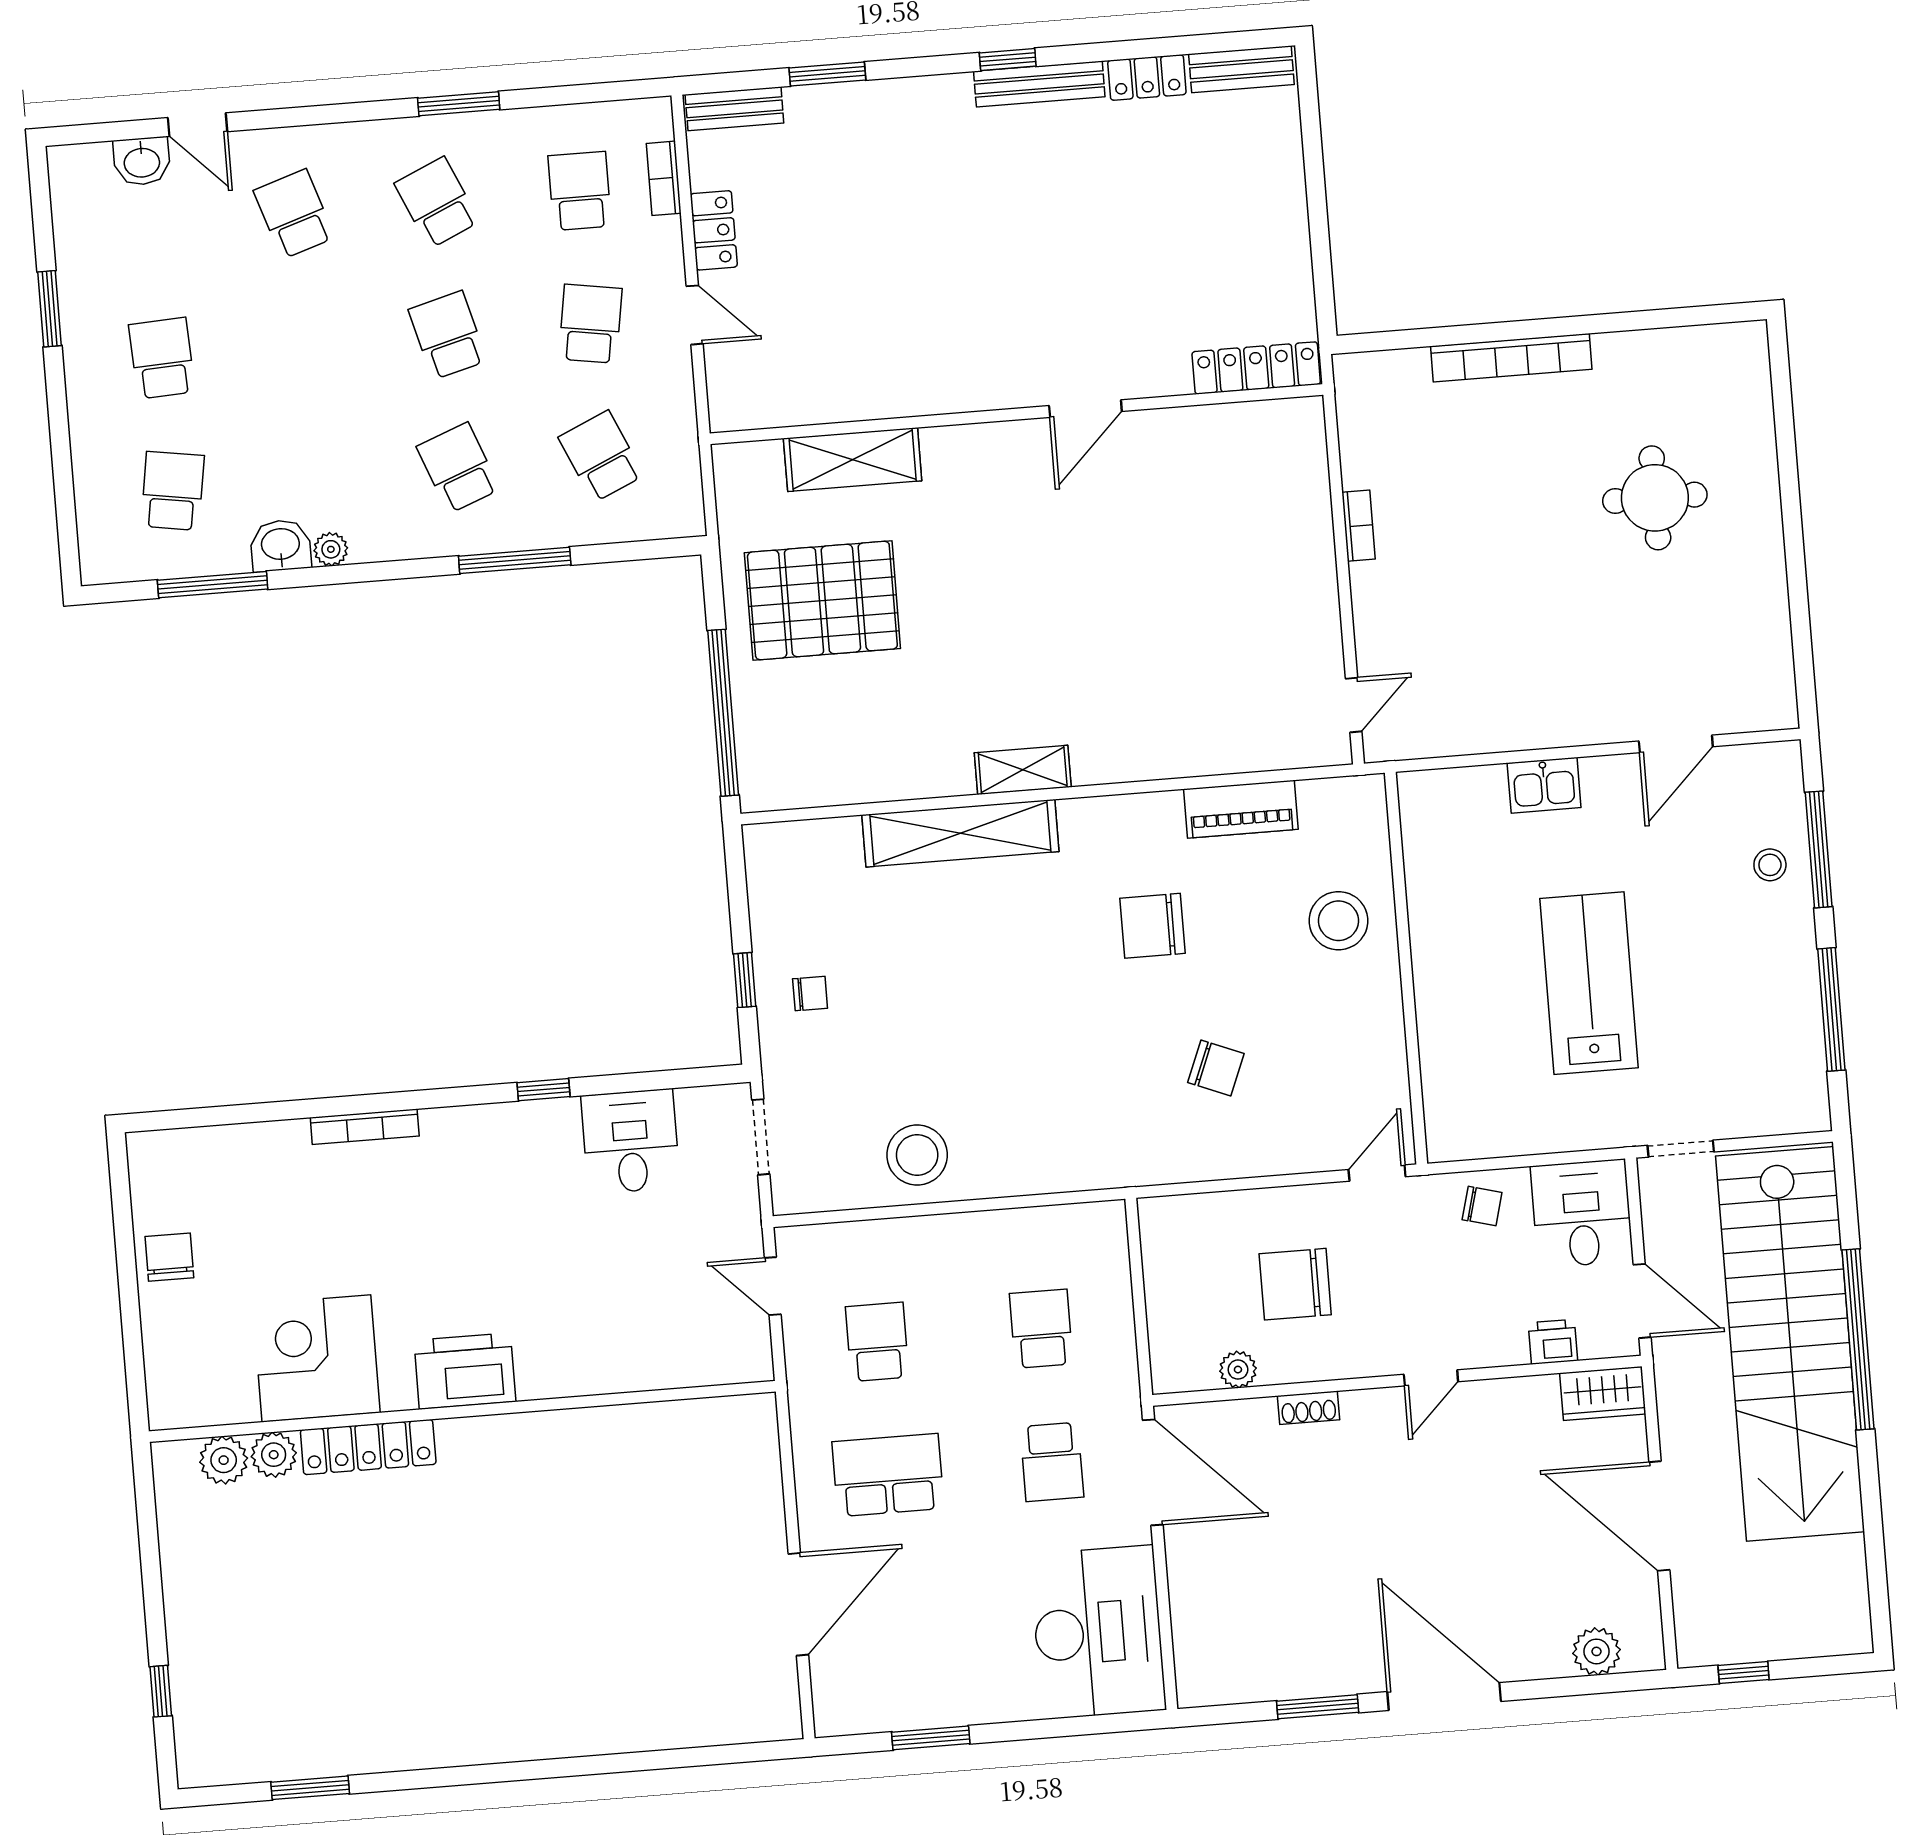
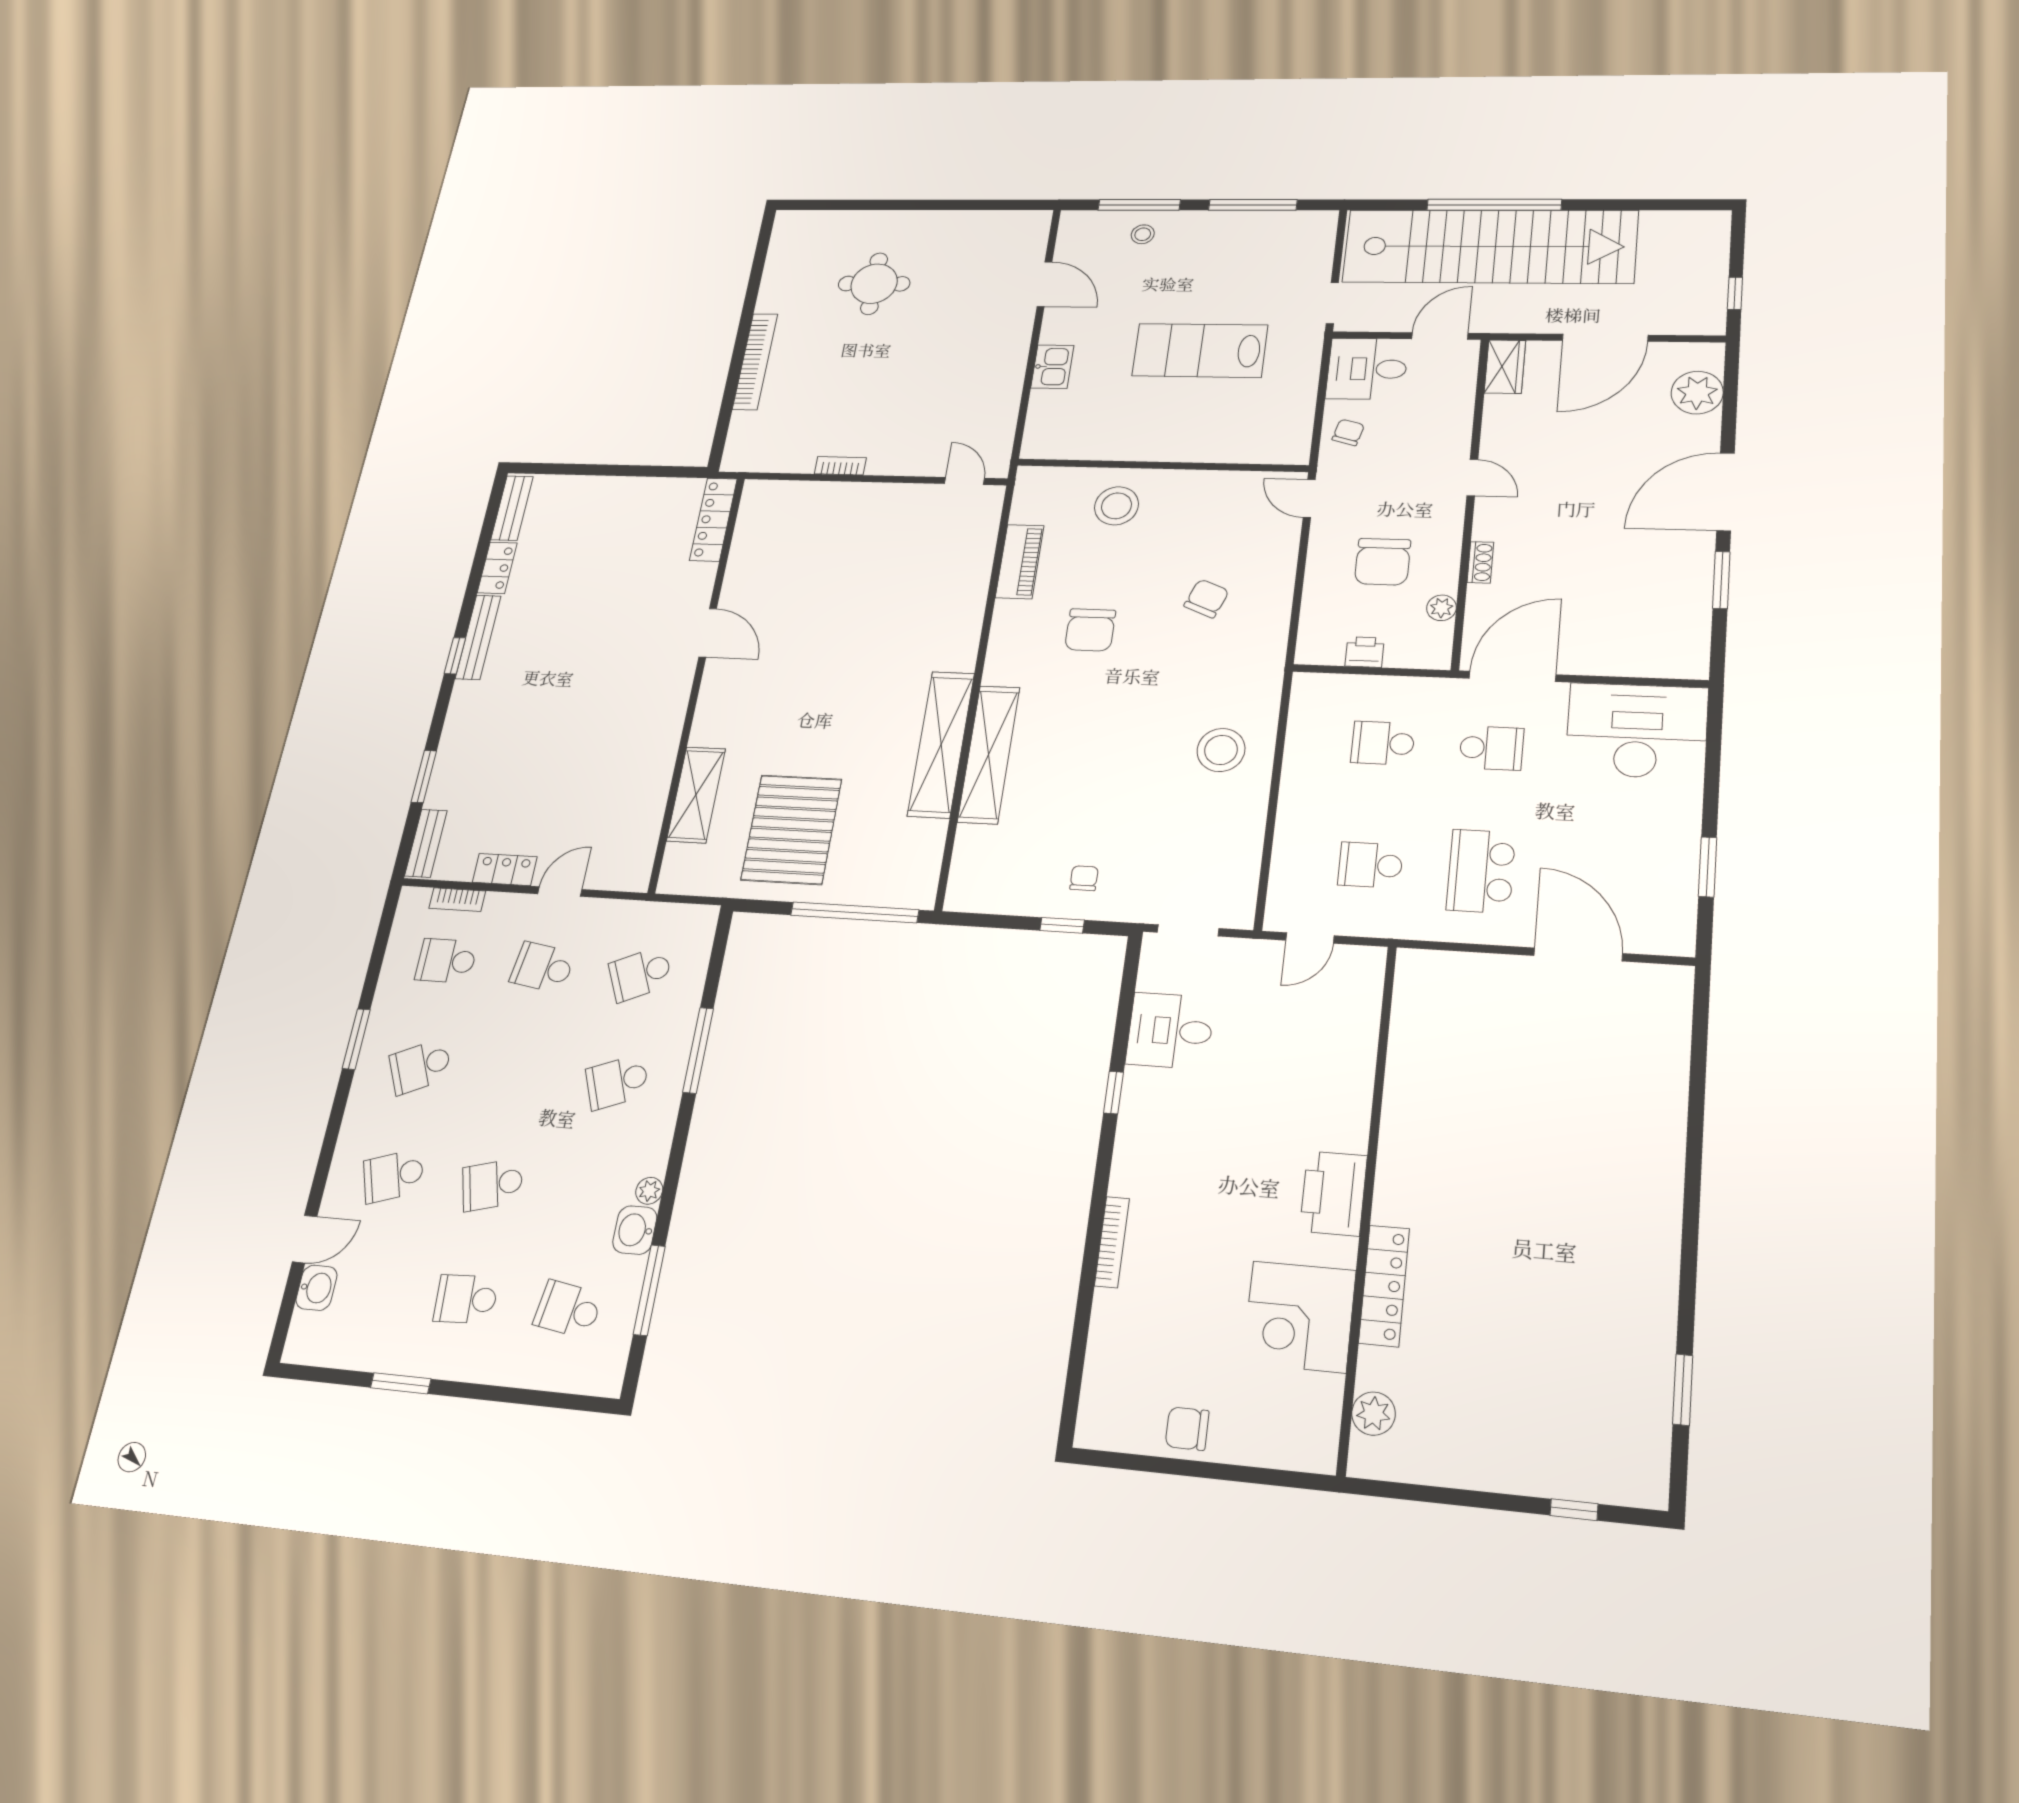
school desk: (448, 335) -> (492, 1185), moved
shelving: (1023, 770) -> (941, 744), width x2.20, depth x1.33
stool: (917, 1155) -> (1221, 750), moved
printer: (1553, 1342) -> (1365, 652), moved, turned 90
plant: (274, 1455) -> (1376, 1369), removed
plant: (1596, 1651) -> (1697, 393), width x1.36, depth x1.36

